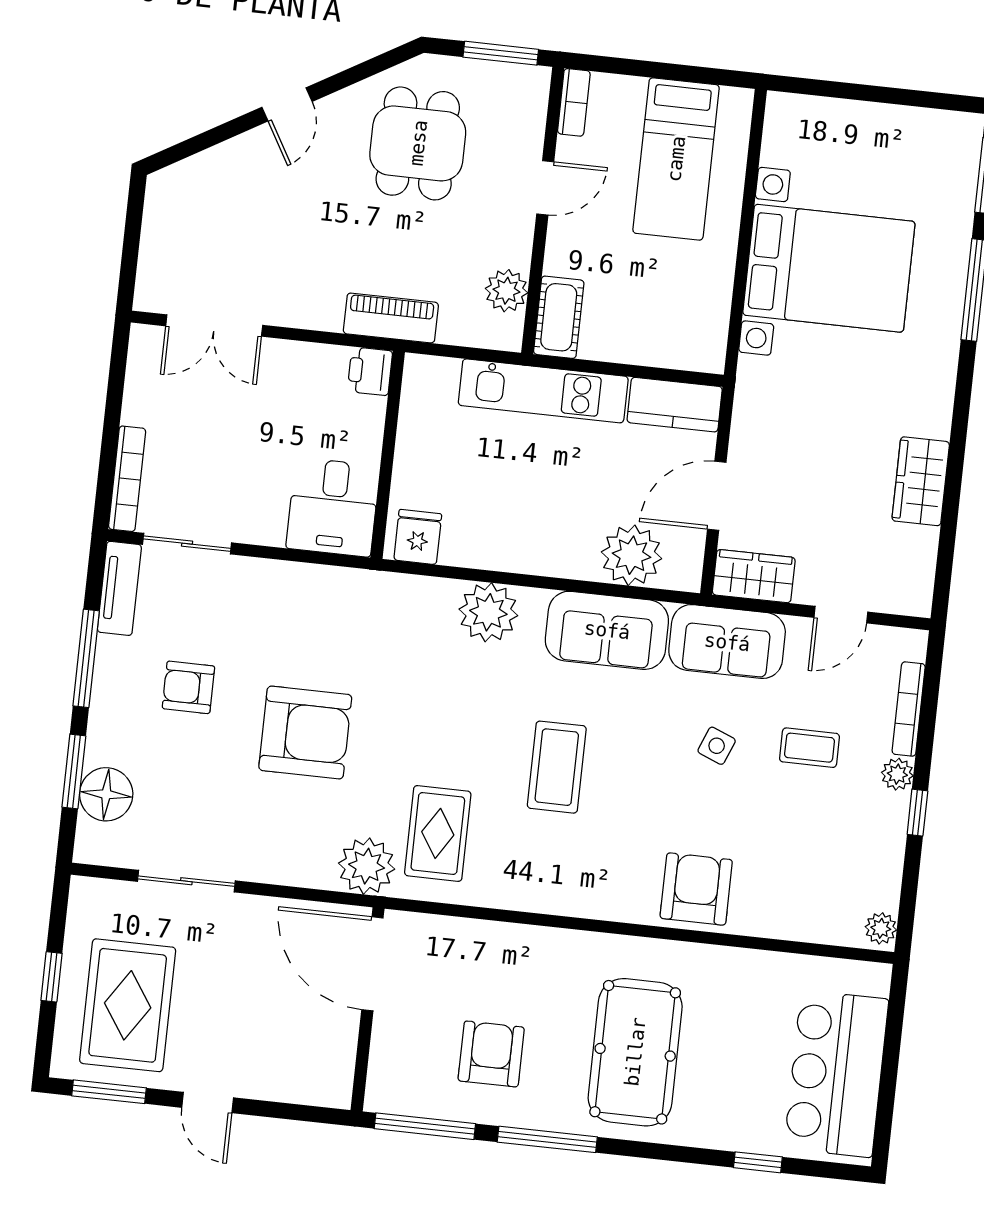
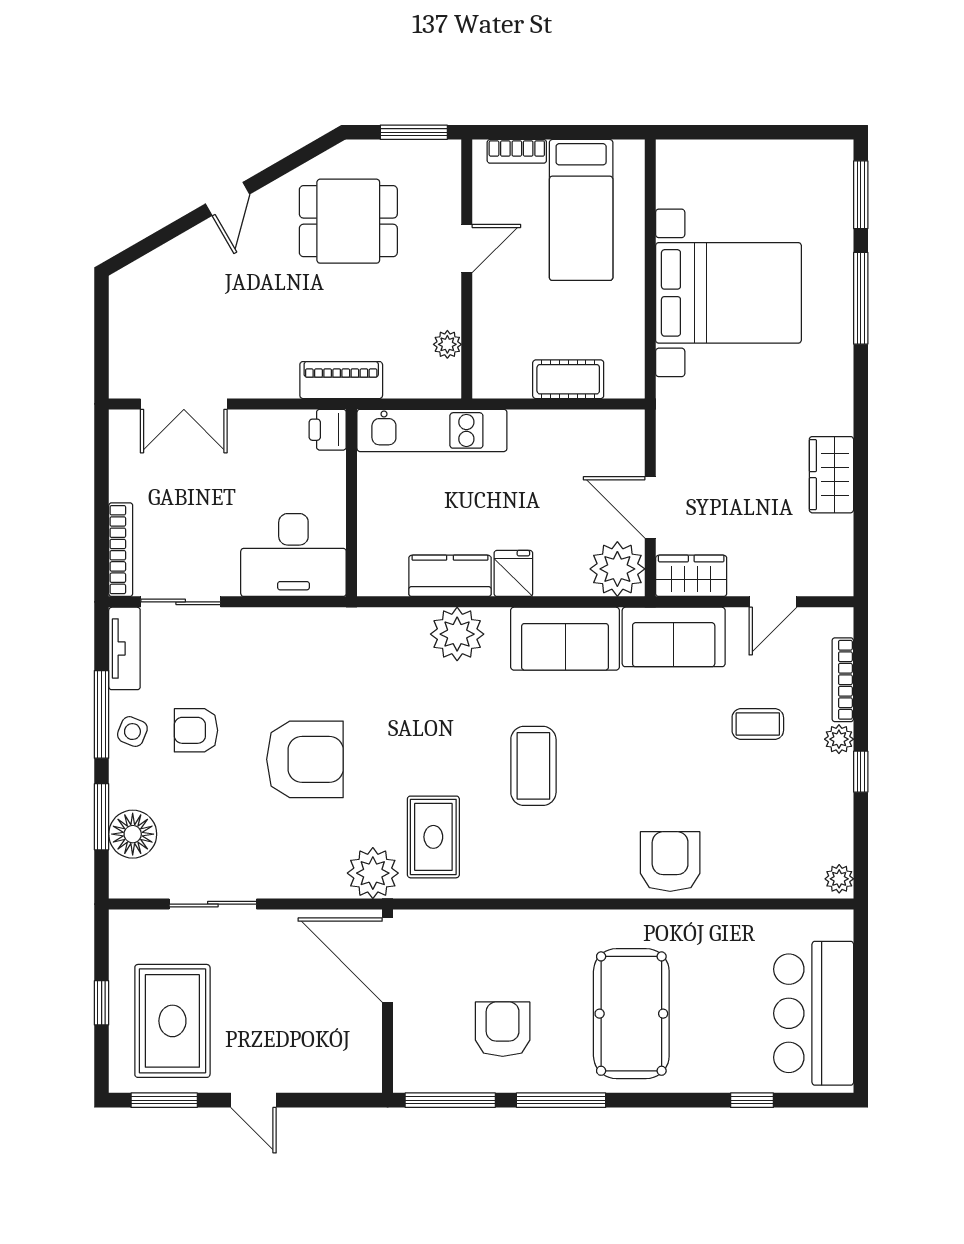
bookcase: (574, 102) -> (517, 151), moved, turned 90
dining table: (418, 143) -> (348, 221), turned 90
plant: (506, 291) -> (447, 344), width x0.73, depth x0.73
cot: (559, 317) -> (568, 379), moved, turned 90
kitchen unit: (543, 391) -> (432, 430), moved
kitchen counter: (675, 405) -> (450, 576), moved, turned 180
door: (717, 496) -> (650, 507), hinge flipped
desk: (333, 507) -> (293, 555), width x1.37
fridge: (418, 537) -> (513, 573), moved
plant: (631, 555) -> (617, 569), moved
side table: (717, 746) -> (132, 732), moved

